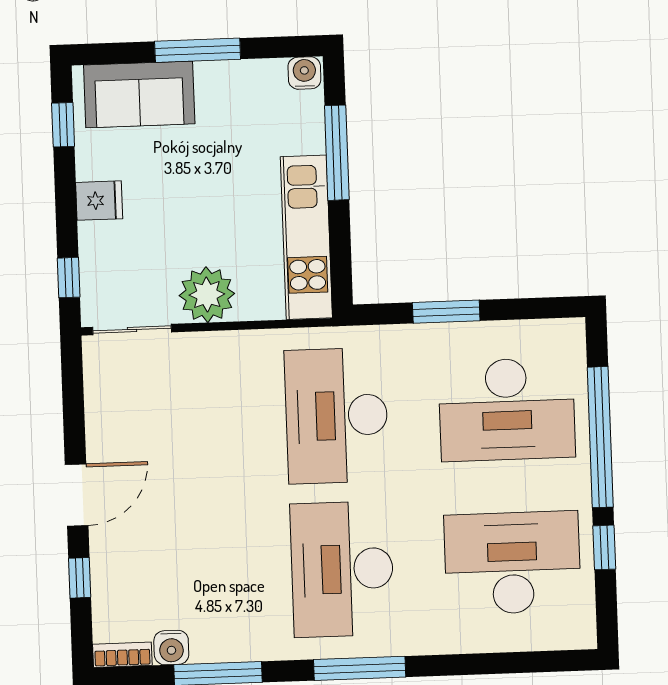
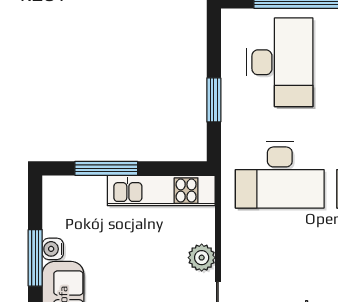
water cooler: (304, 73) -> (53, 249), moved
plant: (207, 295) -> (202, 258), width x0.73, depth x0.73

